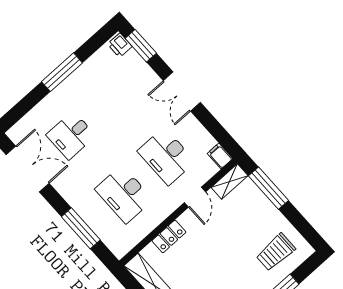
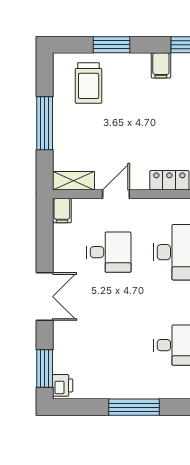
desk: (166, 156) -> (109, 252), width x0.73
window: (268, 188) -> (45, 123), moved
trolley: (276, 252) -> (89, 83), turned 90

